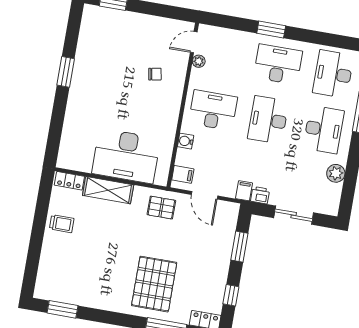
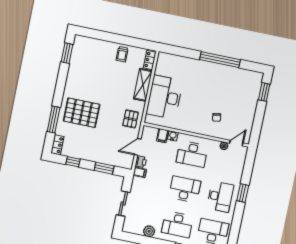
door: (194, 42) -> (236, 143), hinge flipped
window: (66, 72) -> (220, 60), width x2.11
desk: (213, 110) -> (192, 154), turned 90
filing cabinet: (183, 174) -> (162, 136), moved
printer: (260, 195) -> (141, 162), moved

